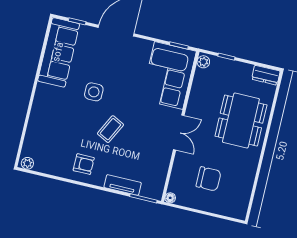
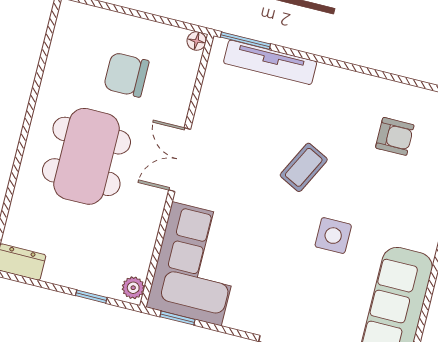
dining table: (241, 121) -> (86, 156), moved
armchair: (84, 164) -> (395, 136), moved, turned 180
tv unit: (123, 185) -> (270, 62), width x1.41

